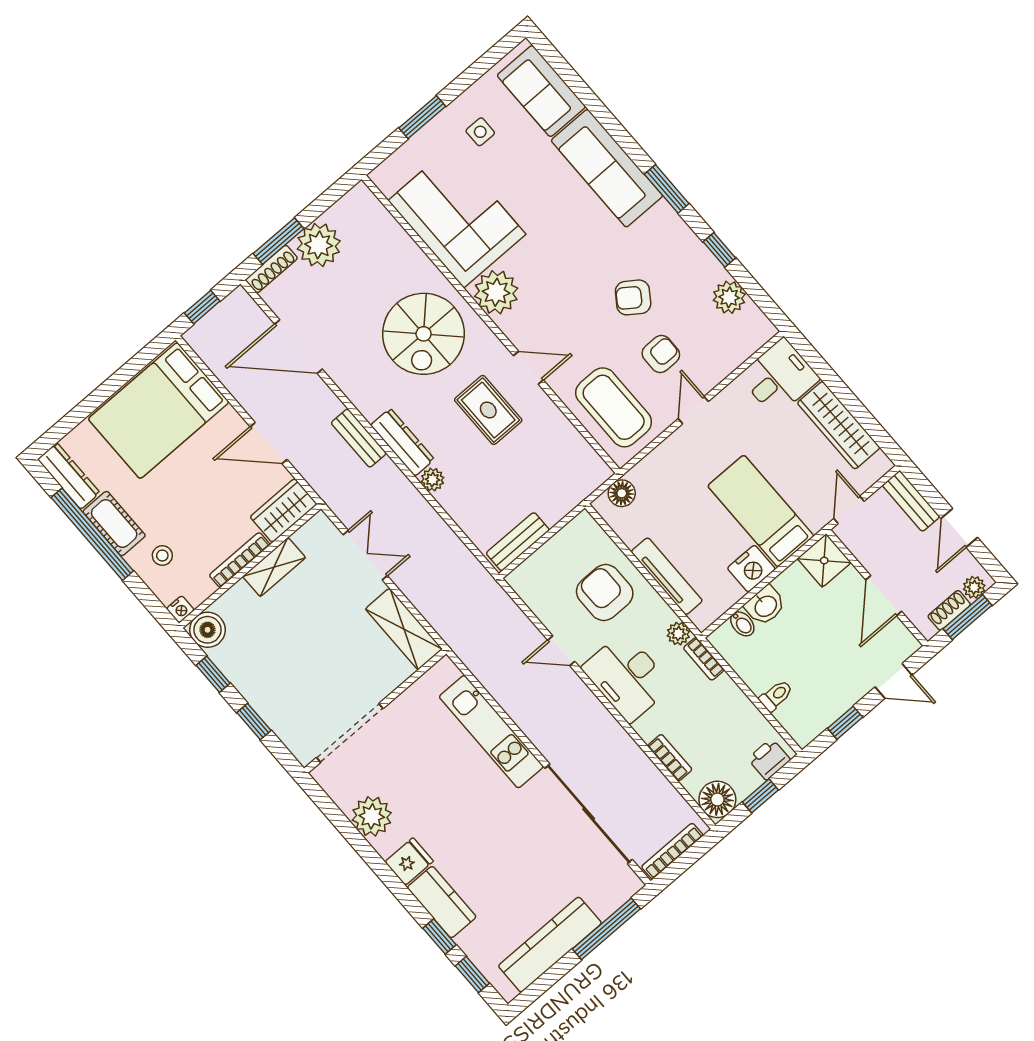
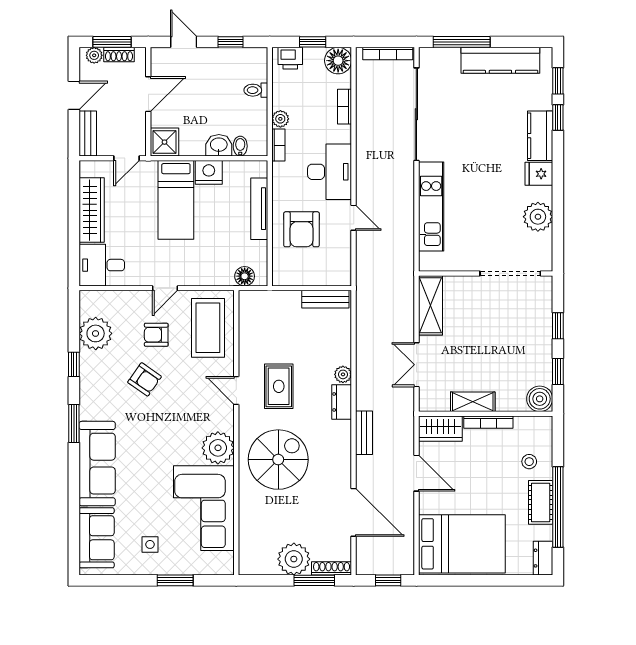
plant: (729, 297) -> (96, 333), width x1.36, depth x1.36
dresser: (402, 442) -> (342, 402), width x0.70
dresser: (69, 476) -> (543, 558), width x0.70
nightstand: (180, 609) -> (545, 423), removed
plant: (678, 634) -> (280, 119), moved

